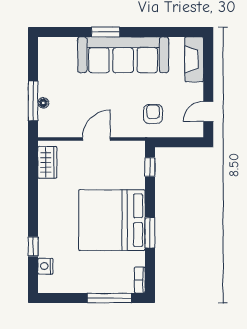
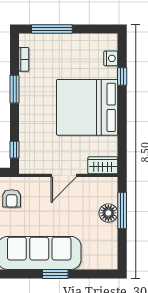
floor lamp: (43, 103) -> (108, 213), width x1.89, depth x1.89
wardrobe: (47, 162) -> (103, 165), moved, turned 90
bed: (112, 220) -> (87, 107), moved, turned 180
bookcase: (140, 280) -> (24, 59), moved

